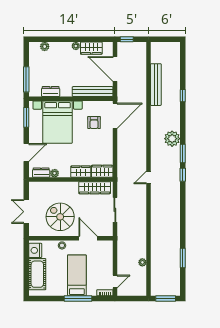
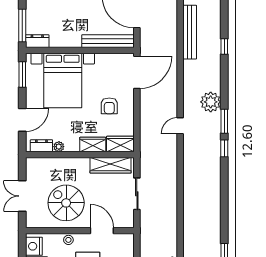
dresser: (51, 92) -> (37, 41), moved
armchair: (94, 123) -> (109, 106), moved
door: (149, 177) -> (180, 126), moved

